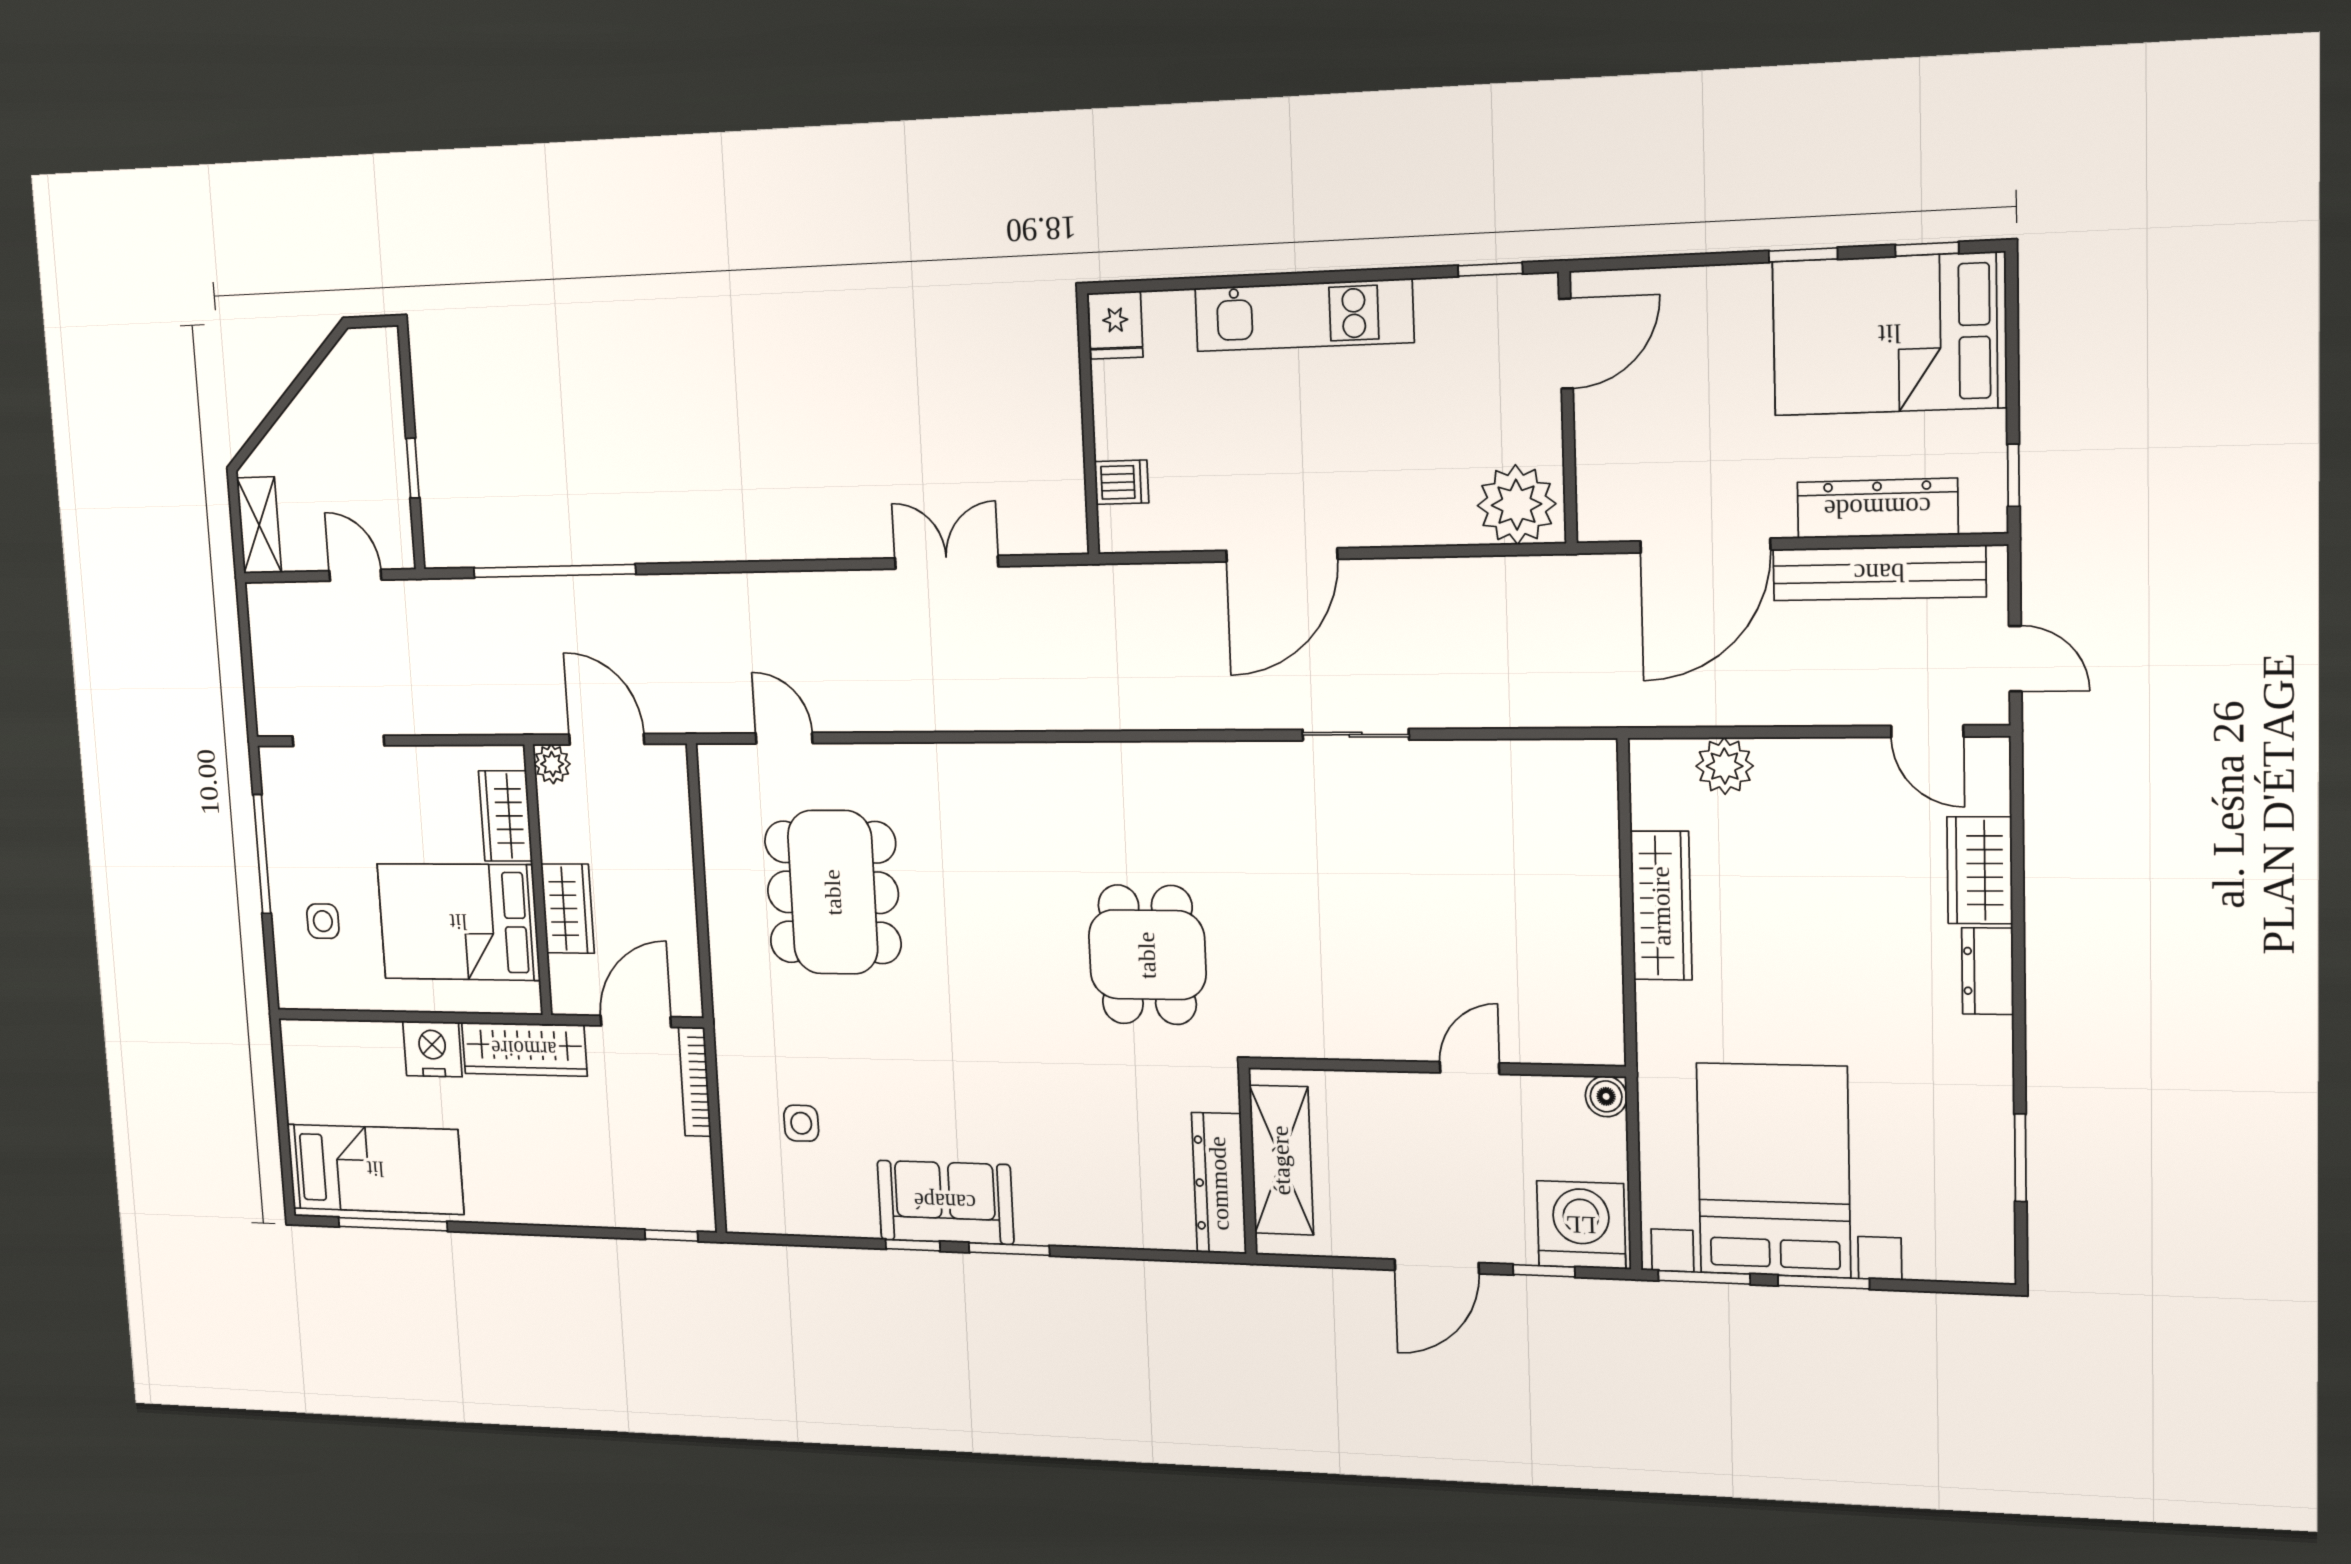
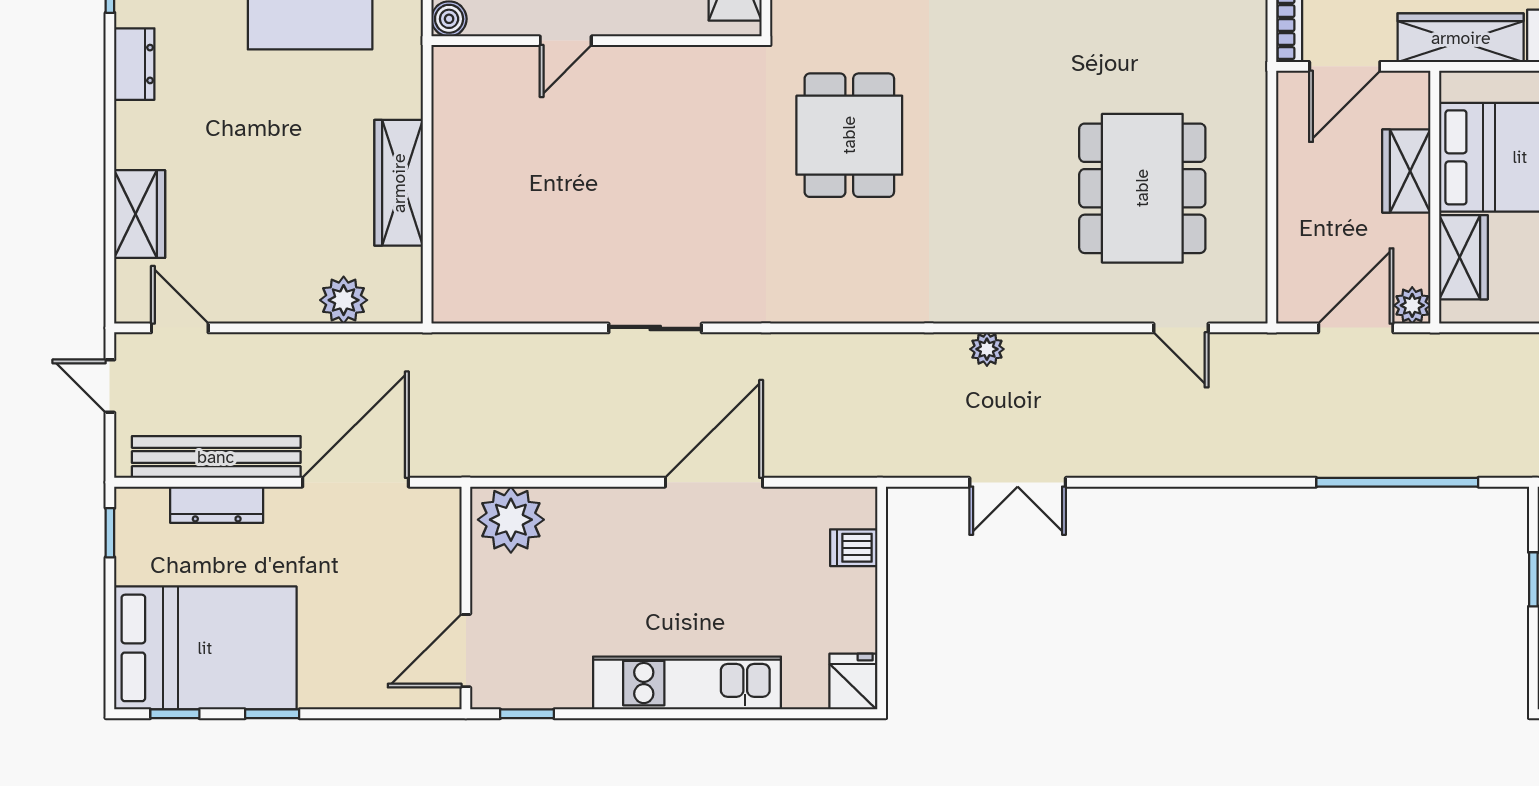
dresser: (1877, 508) -> (217, 505), width x0.73, depth x0.80
plant: (987, 713) -> (987, 349), added
door: (607, 739) -> (1356, 328), swing flipped
dresser: (1988, 971) -> (134, 64), moved

